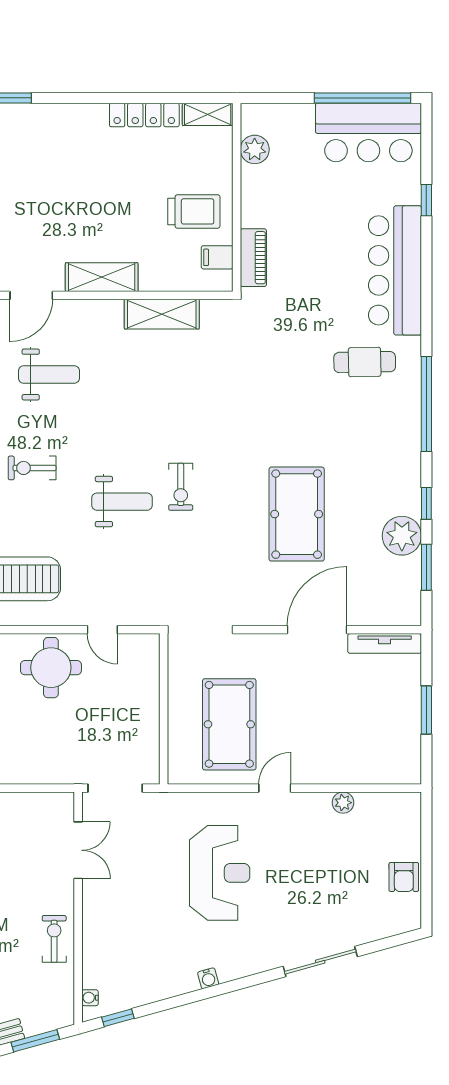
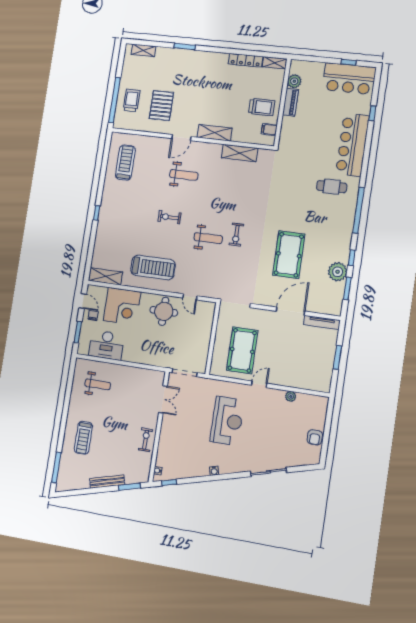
window: (362, 98) -> (349, 62), width x0.32
piano: (253, 258) -> (290, 102), moved

